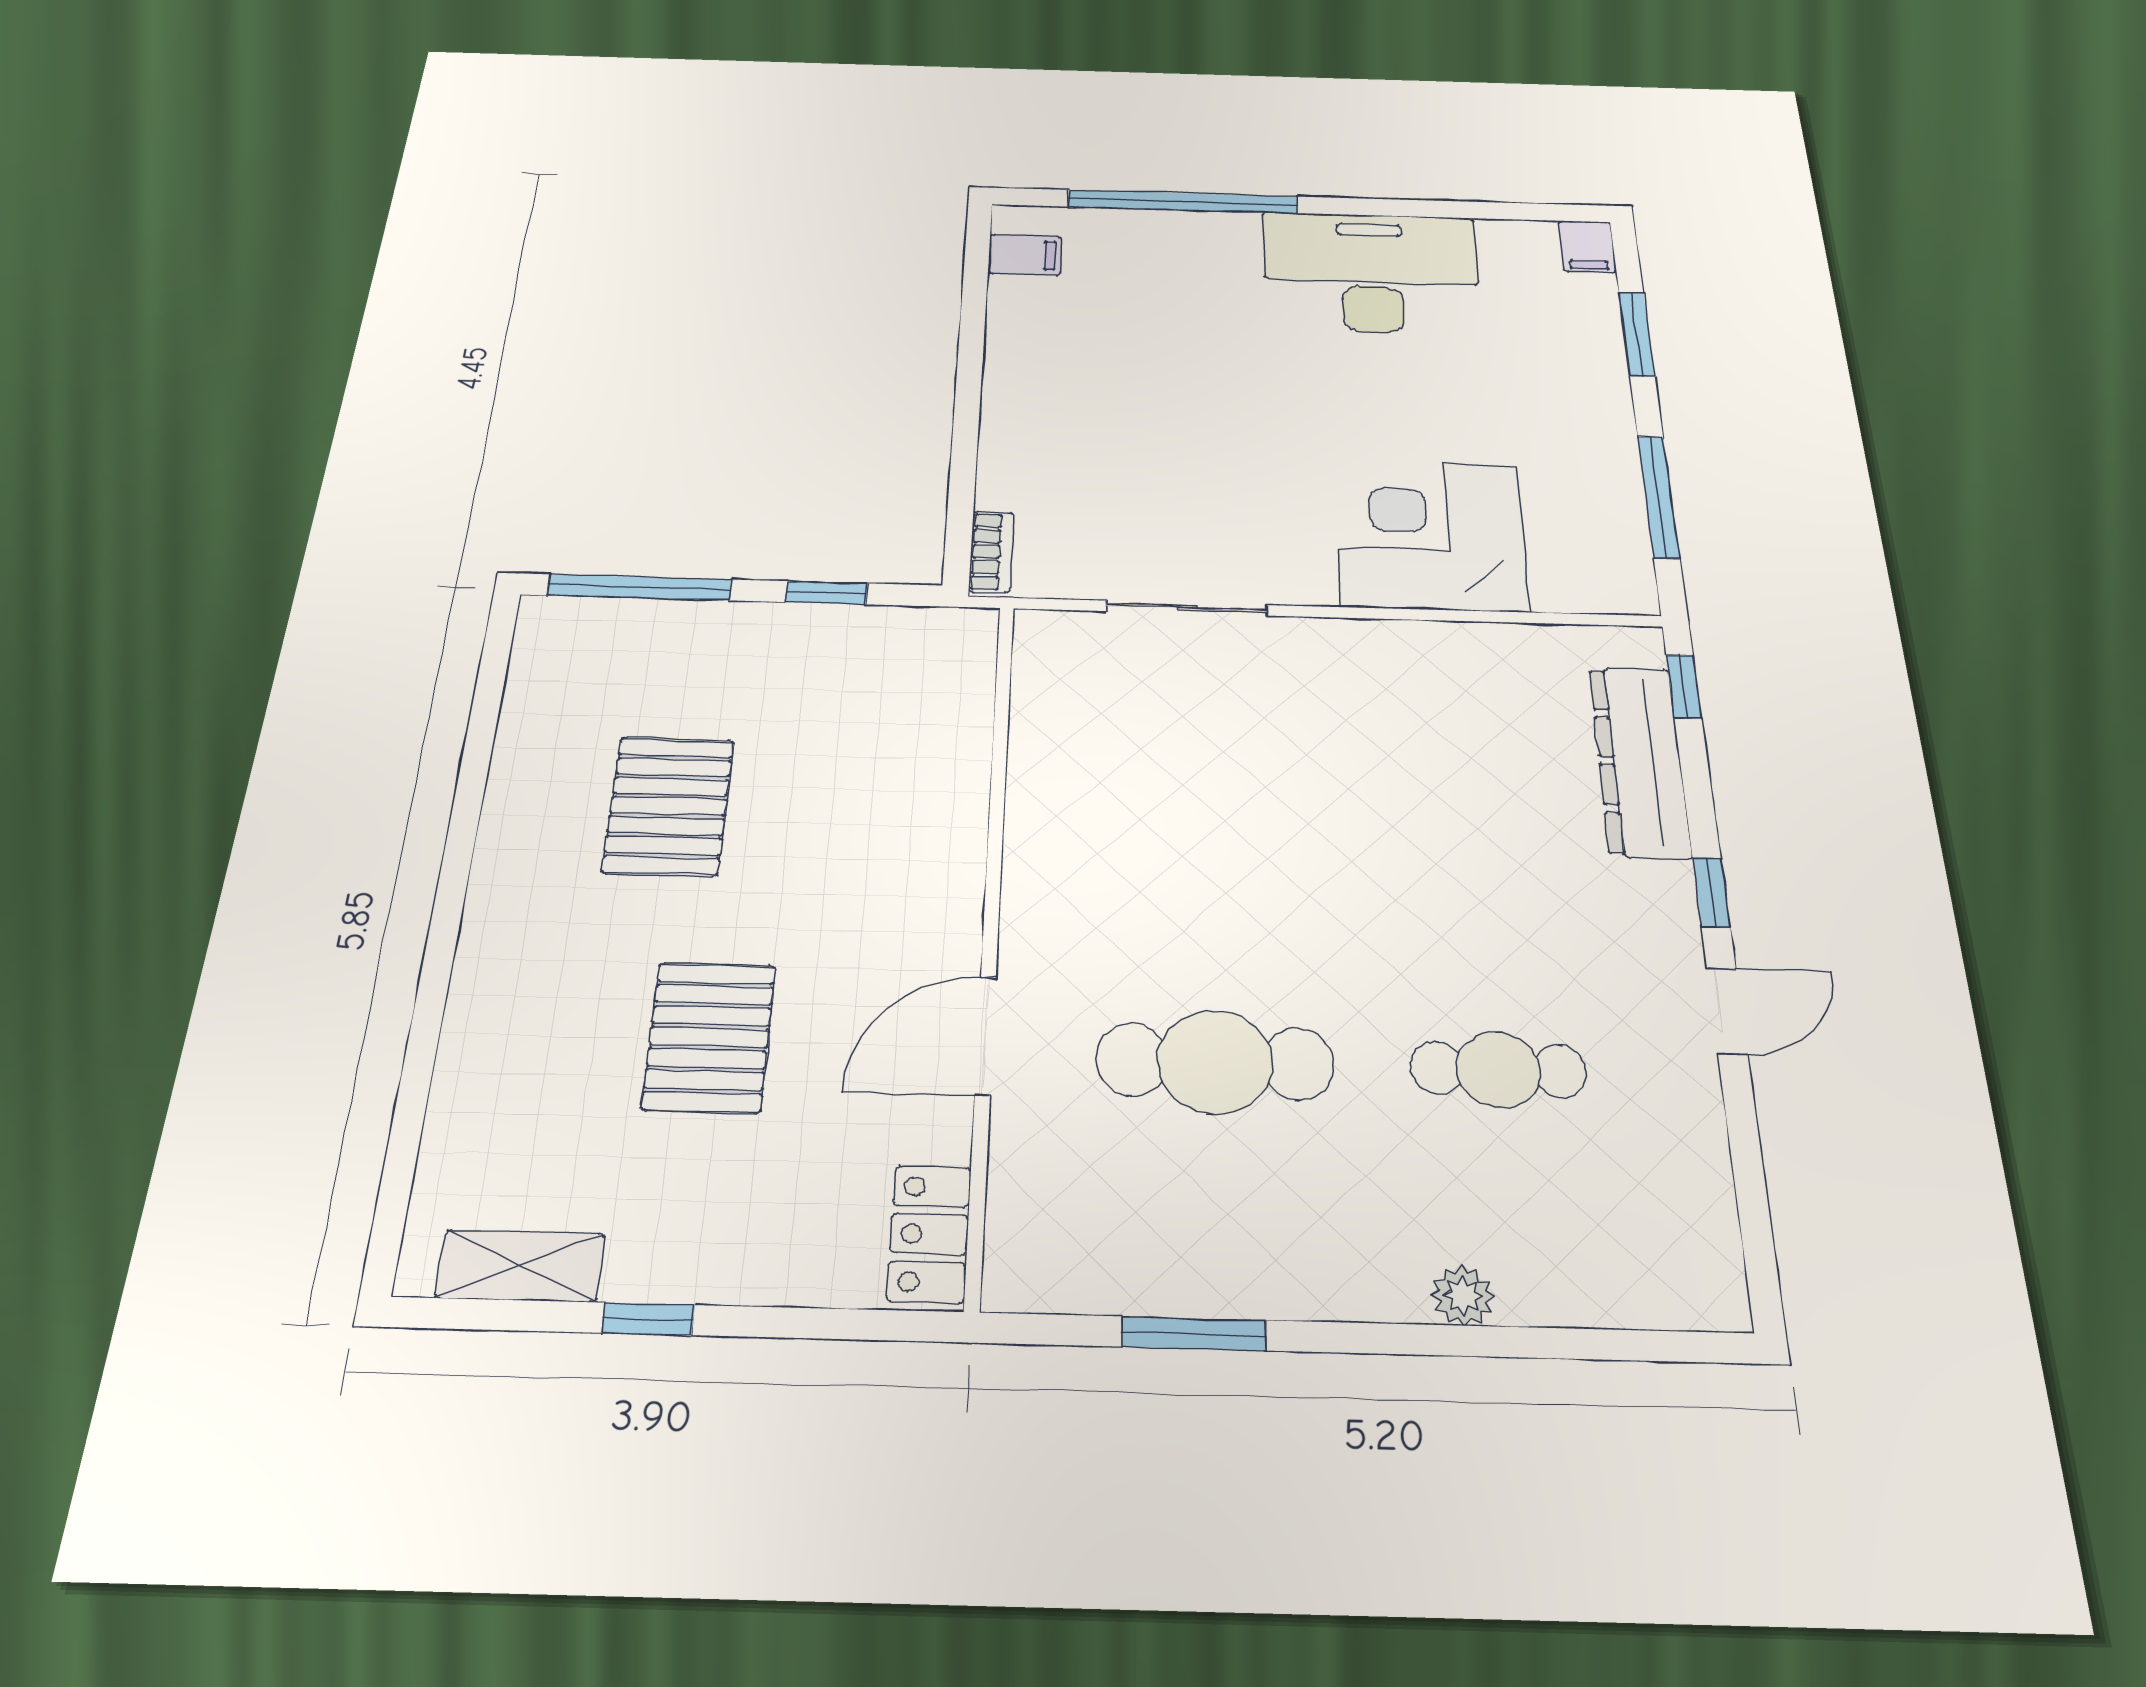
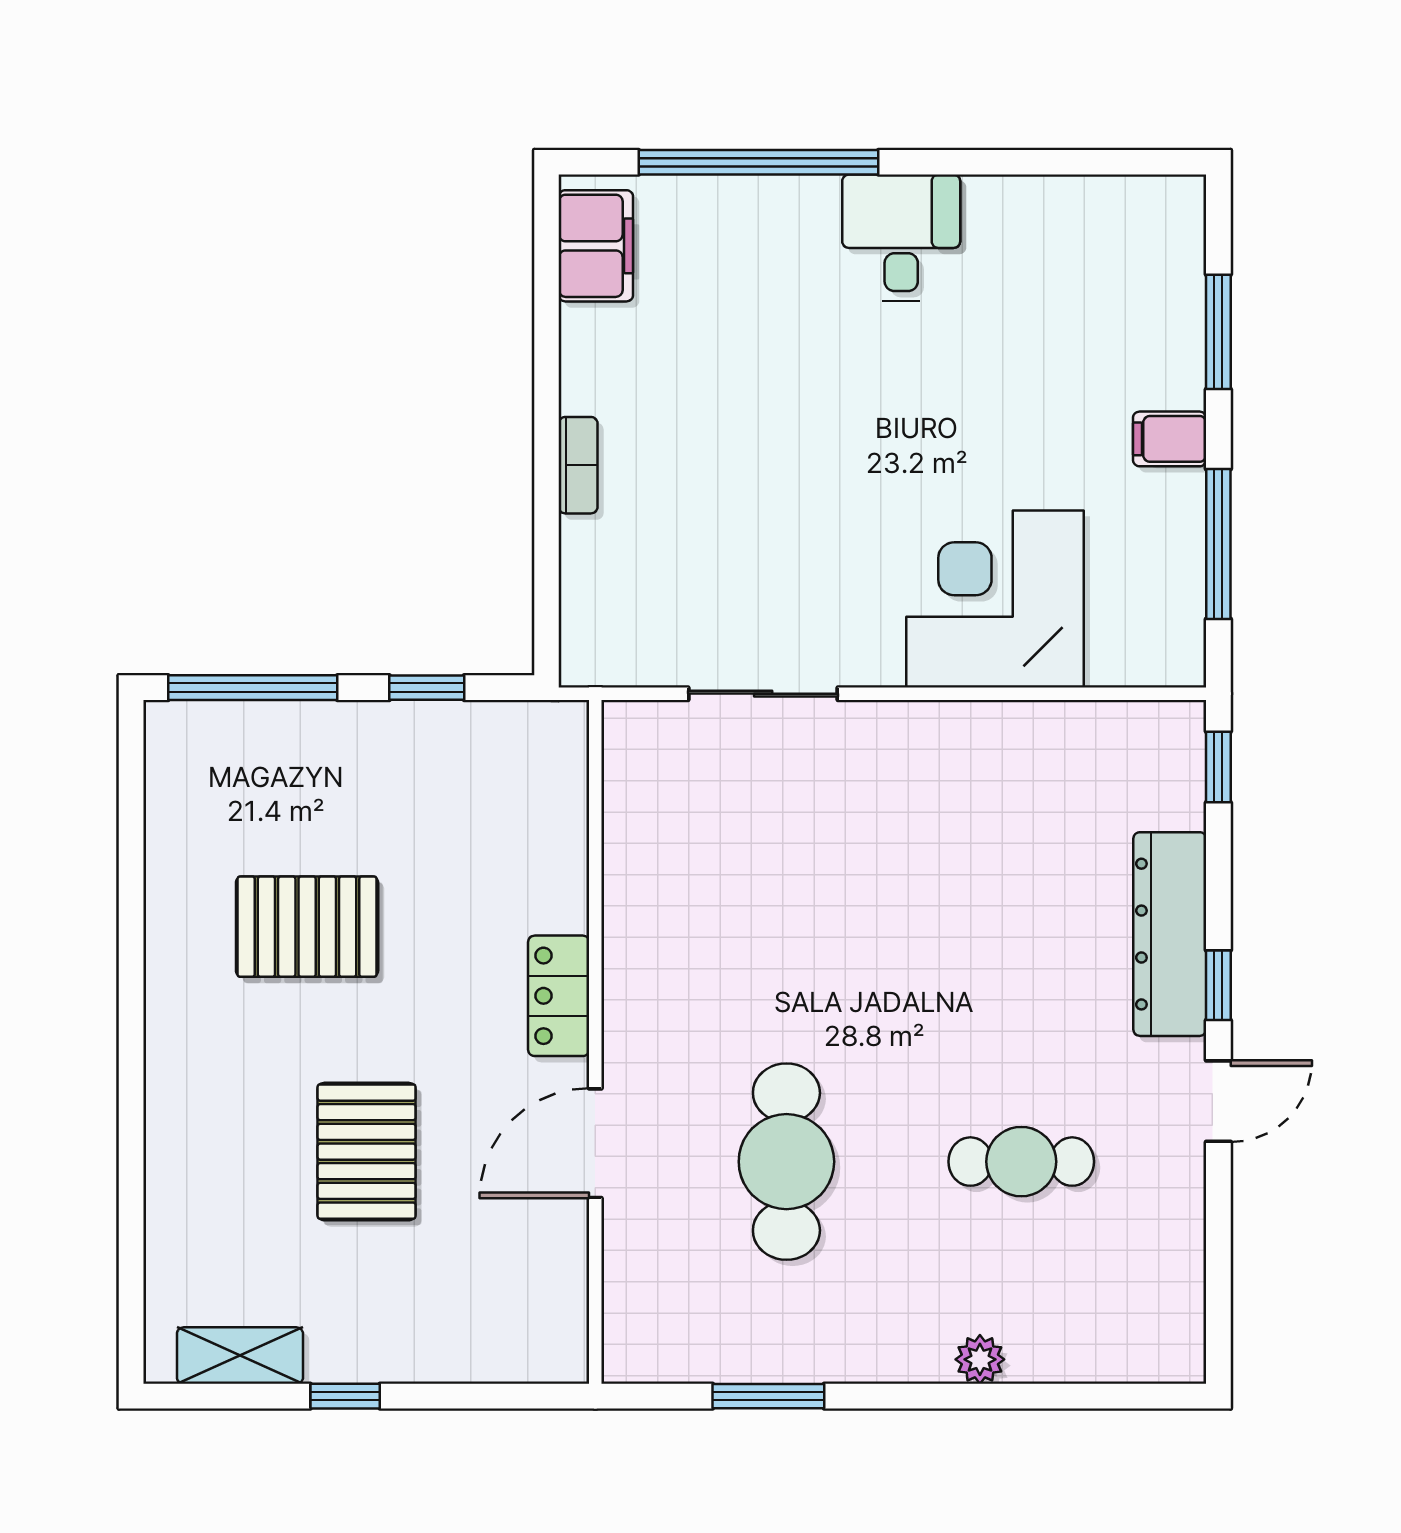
filing cabinet: (1587, 247) -> (1170, 439), moved, turned 90
filing cabinet: (1025, 255) -> (596, 246), width x2.00
desk: (1371, 273) -> (901, 238), width x0.53, depth x0.77
bookcase: (991, 552) -> (578, 465), moved
dresser: (1640, 761) -> (1170, 934), moved
pallet: (669, 806) -> (307, 927), turned 90
cafe table: (1215, 1062) -> (786, 1162), turned 90
locker: (929, 1234) -> (559, 996), moved

